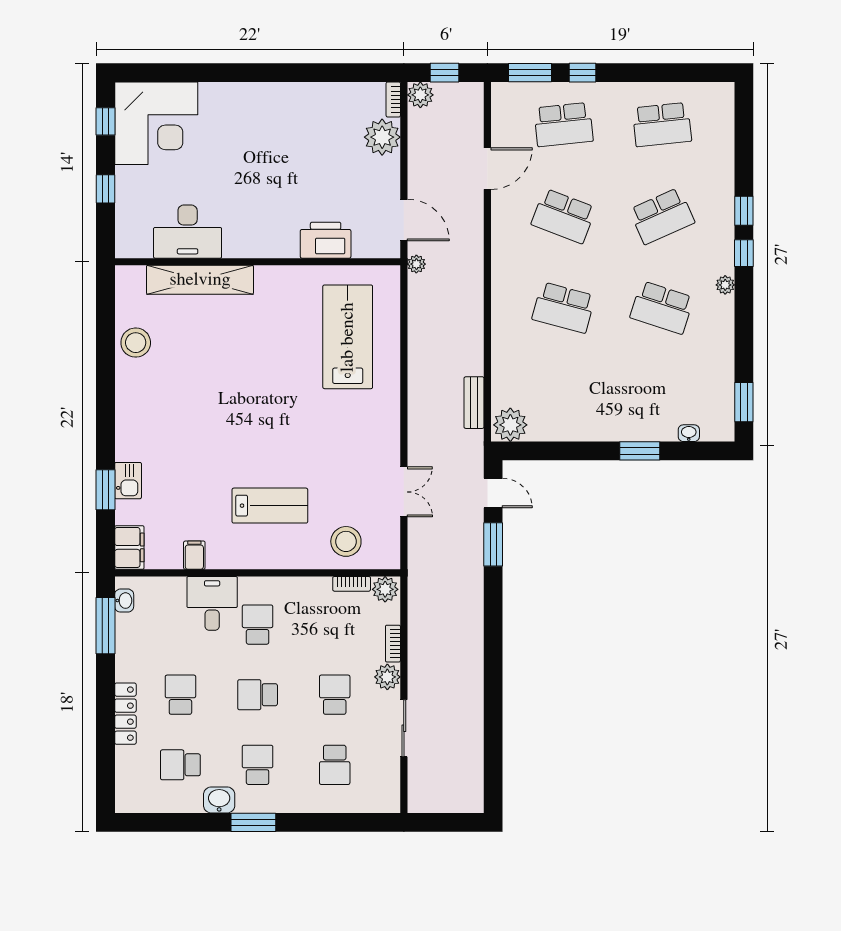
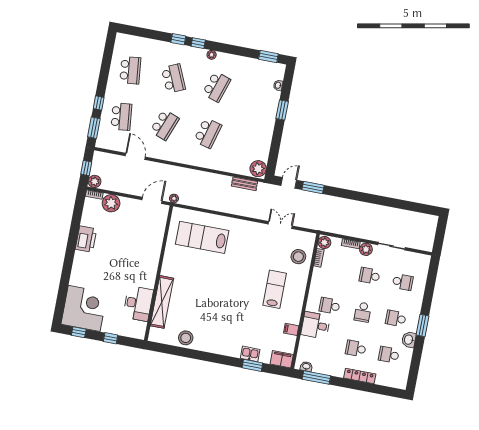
printer: (326, 240) -> (86, 239), moved, turned 180
school desk: (180, 765) -> (389, 355), turned 90

